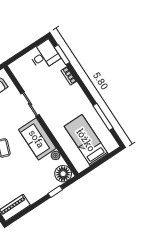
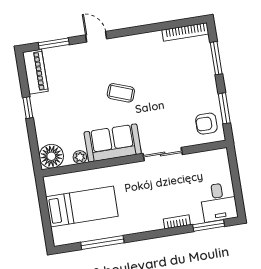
window: (55, 192) -> (28, 108), moved

